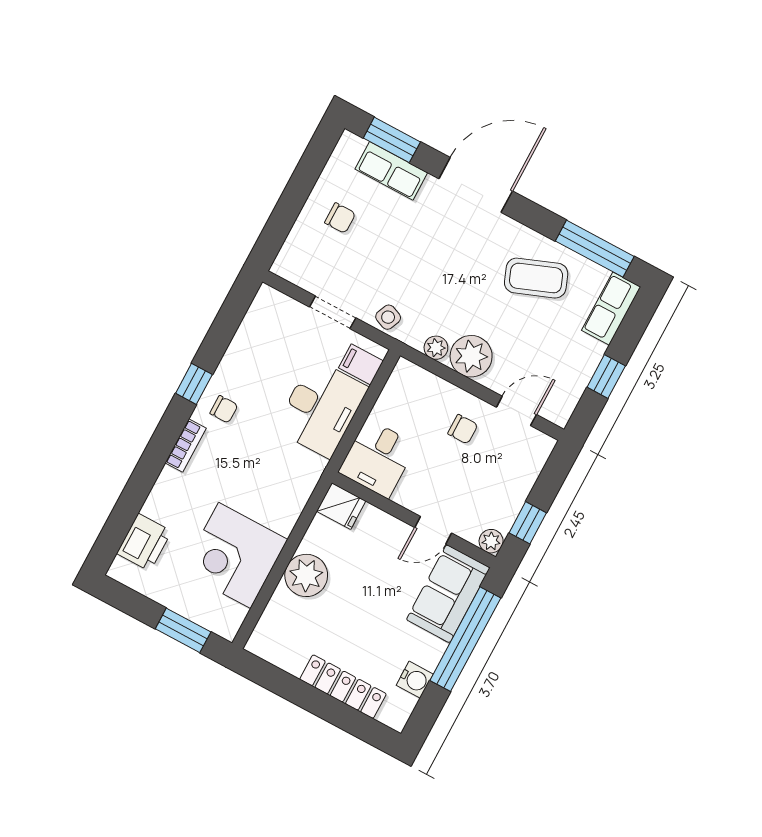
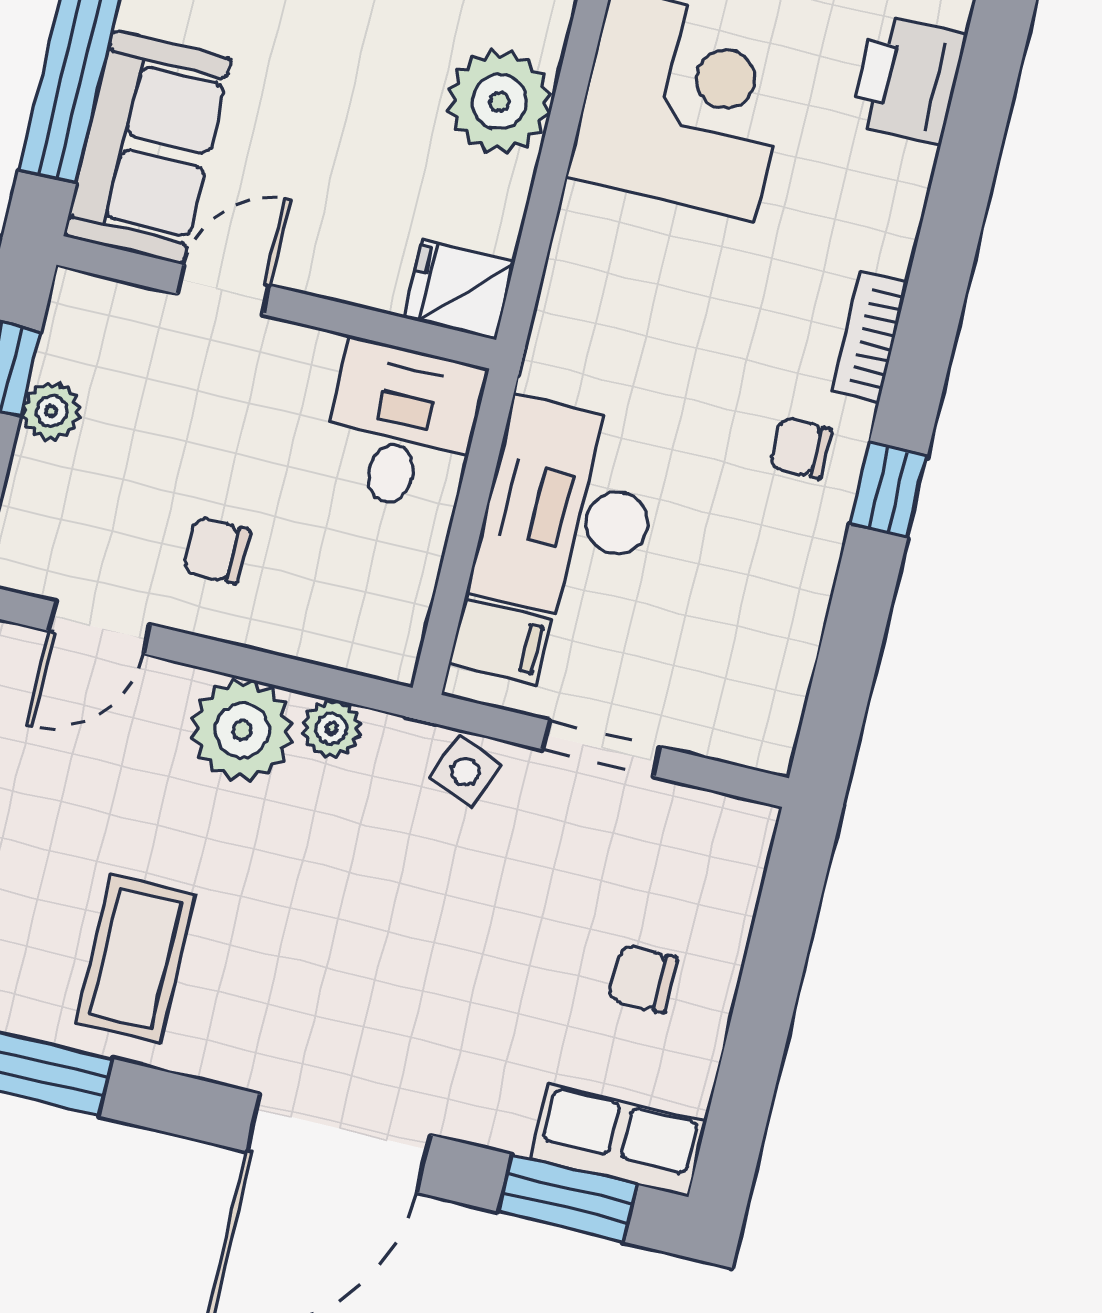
row of seats: (391, 171) -> (618, 1140), moved
coffee table: (536, 278) -> (136, 958), turned -69
plant: (491, 541) -> (51, 411), moved

